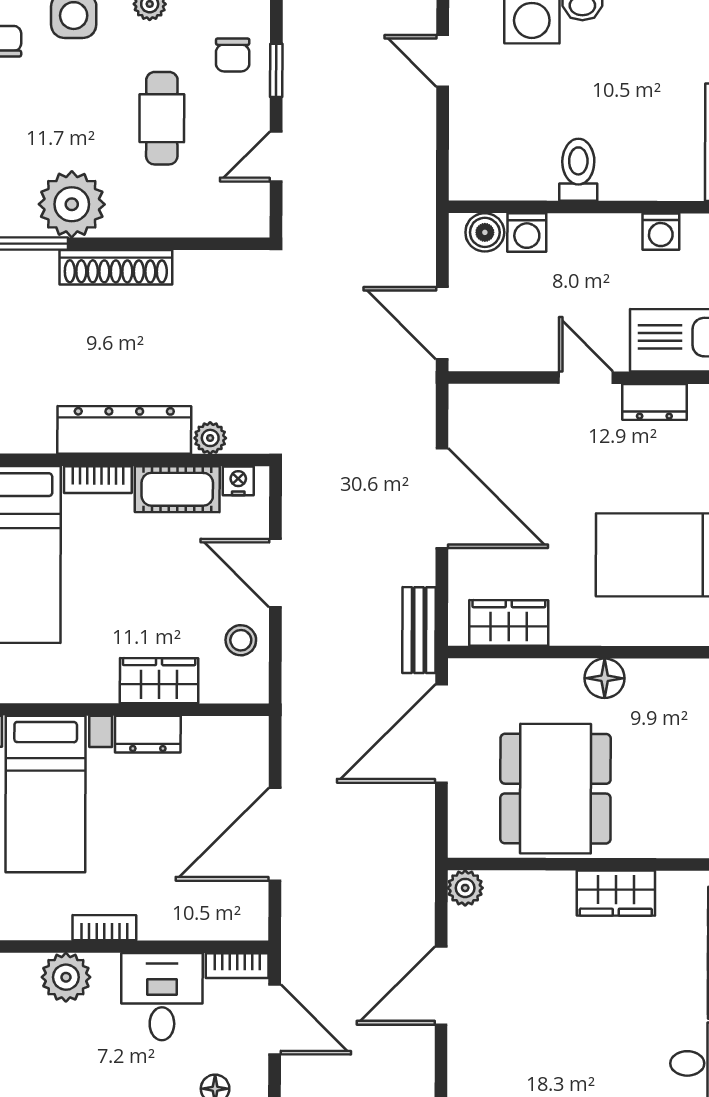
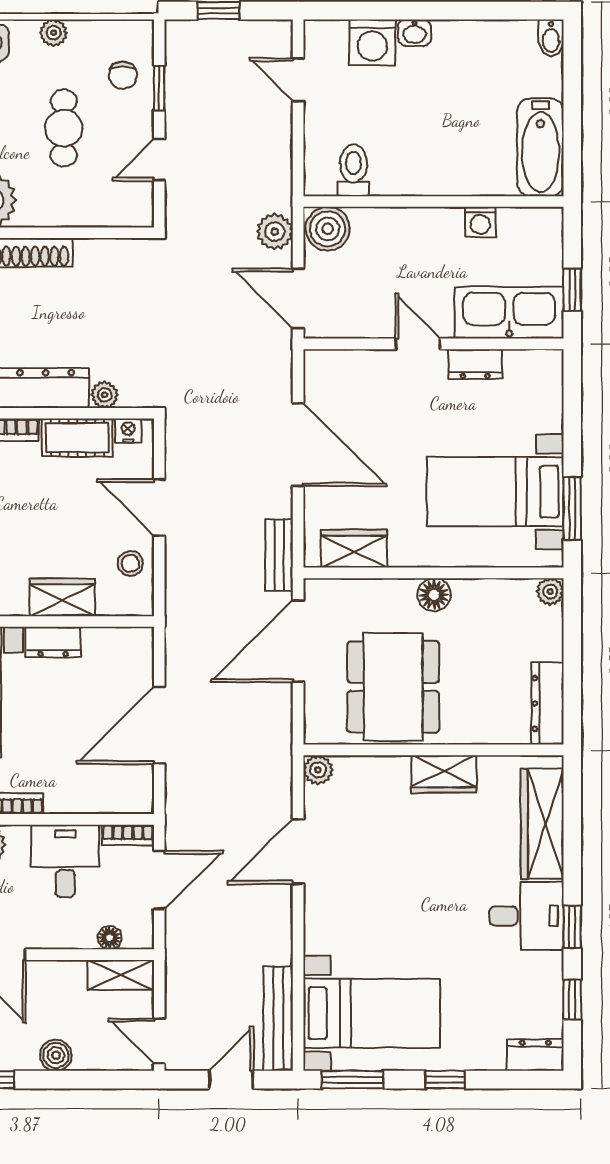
toilet: (578, 170) -> (353, 170), moved
boiler: (485, 232) -> (328, 229), width x1.36, depth x1.36
washing machine: (527, 232) -> (369, 223), removed
plant: (414, 243) -> (275, 232), added
door: (275, 1019) -> (159, 880), hinge flipped

